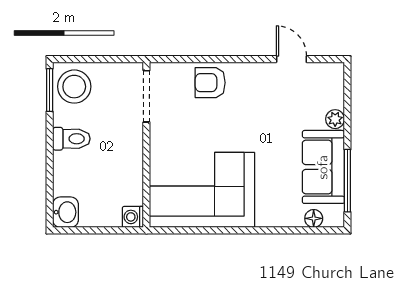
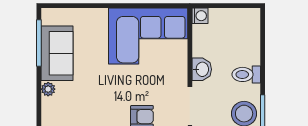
washbasin: (65, 212) -> (202, 69), moved, turned 180
floor lamp: (314, 218) -> (64, 15), removed

